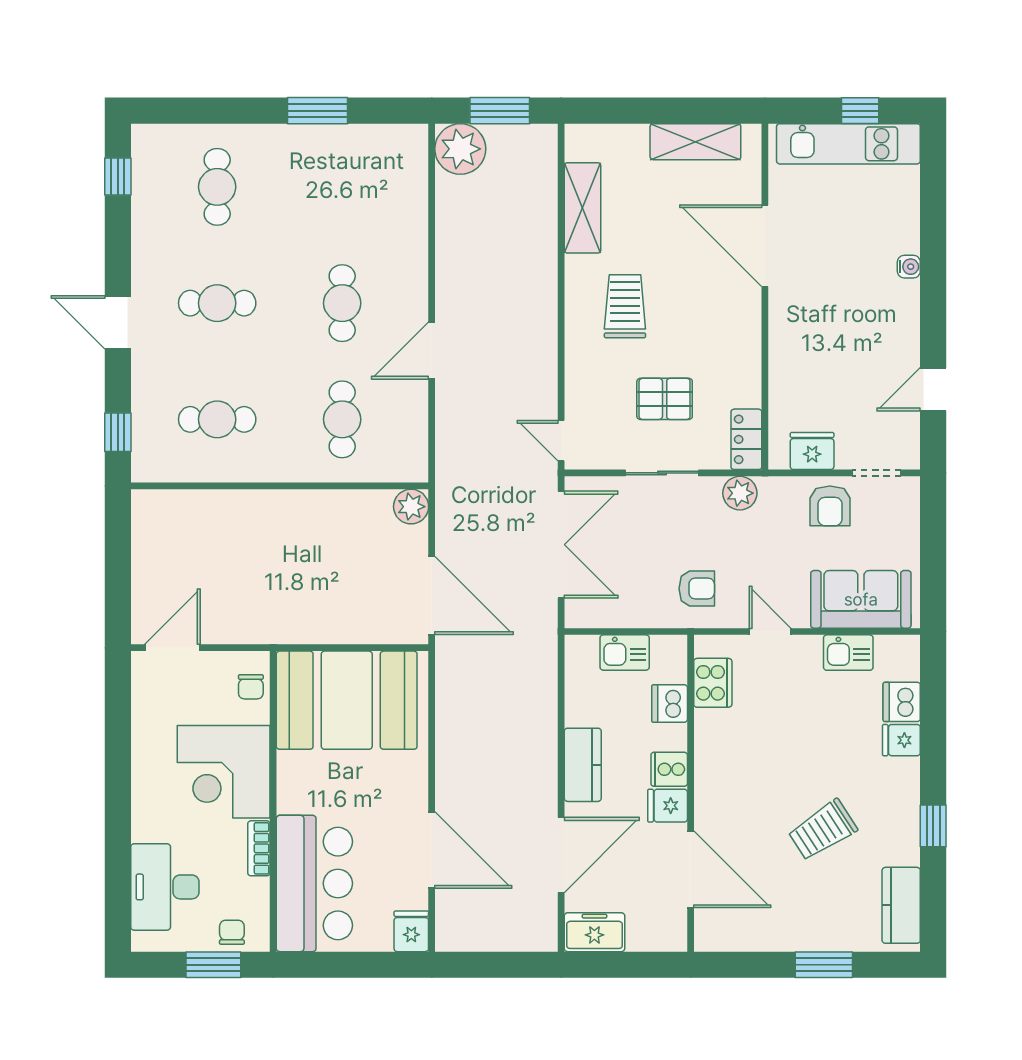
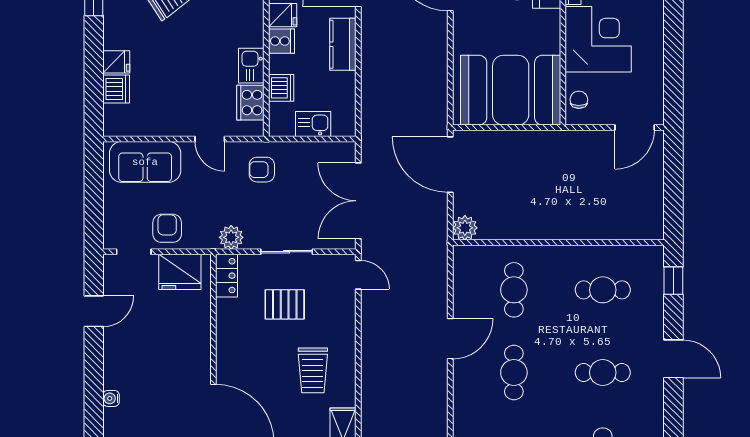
fridge: (812, 451) -> (180, 272), width x1.36, depth x1.34
kitchen sink: (848, 653) -> (251, 66), moved, turned -90

